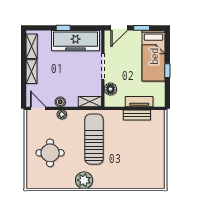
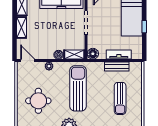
floor lamp: (110, 89) -> (93, 54), moved
boiler: (60, 102) -> (58, 55), moved
sun lounger: (141, 150) -> (120, 98), added

